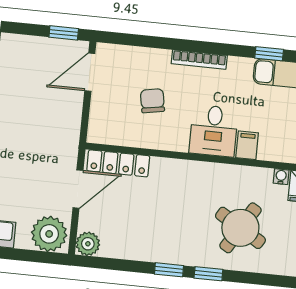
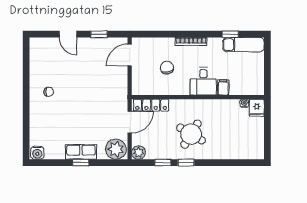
window: (64, 33) -> (99, 34), moved
round table: (240, 228) -> (191, 134), moved
window: (208, 274) -> (163, 163), moved

